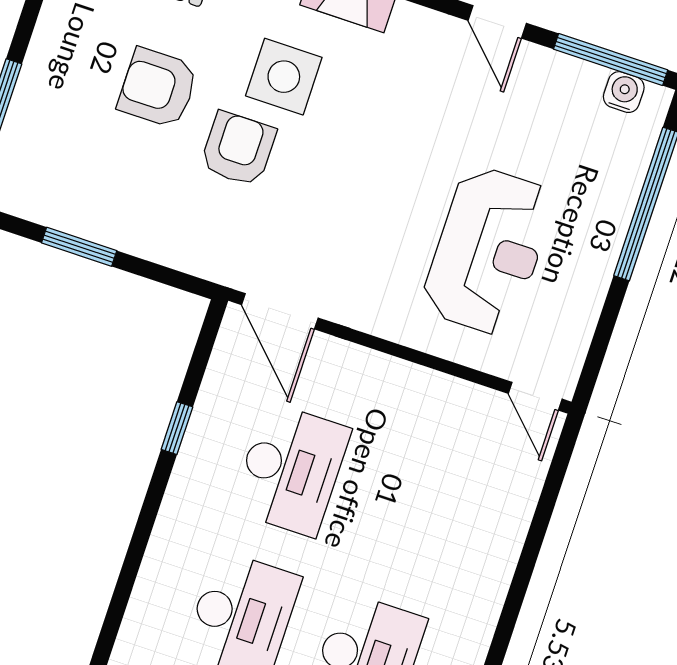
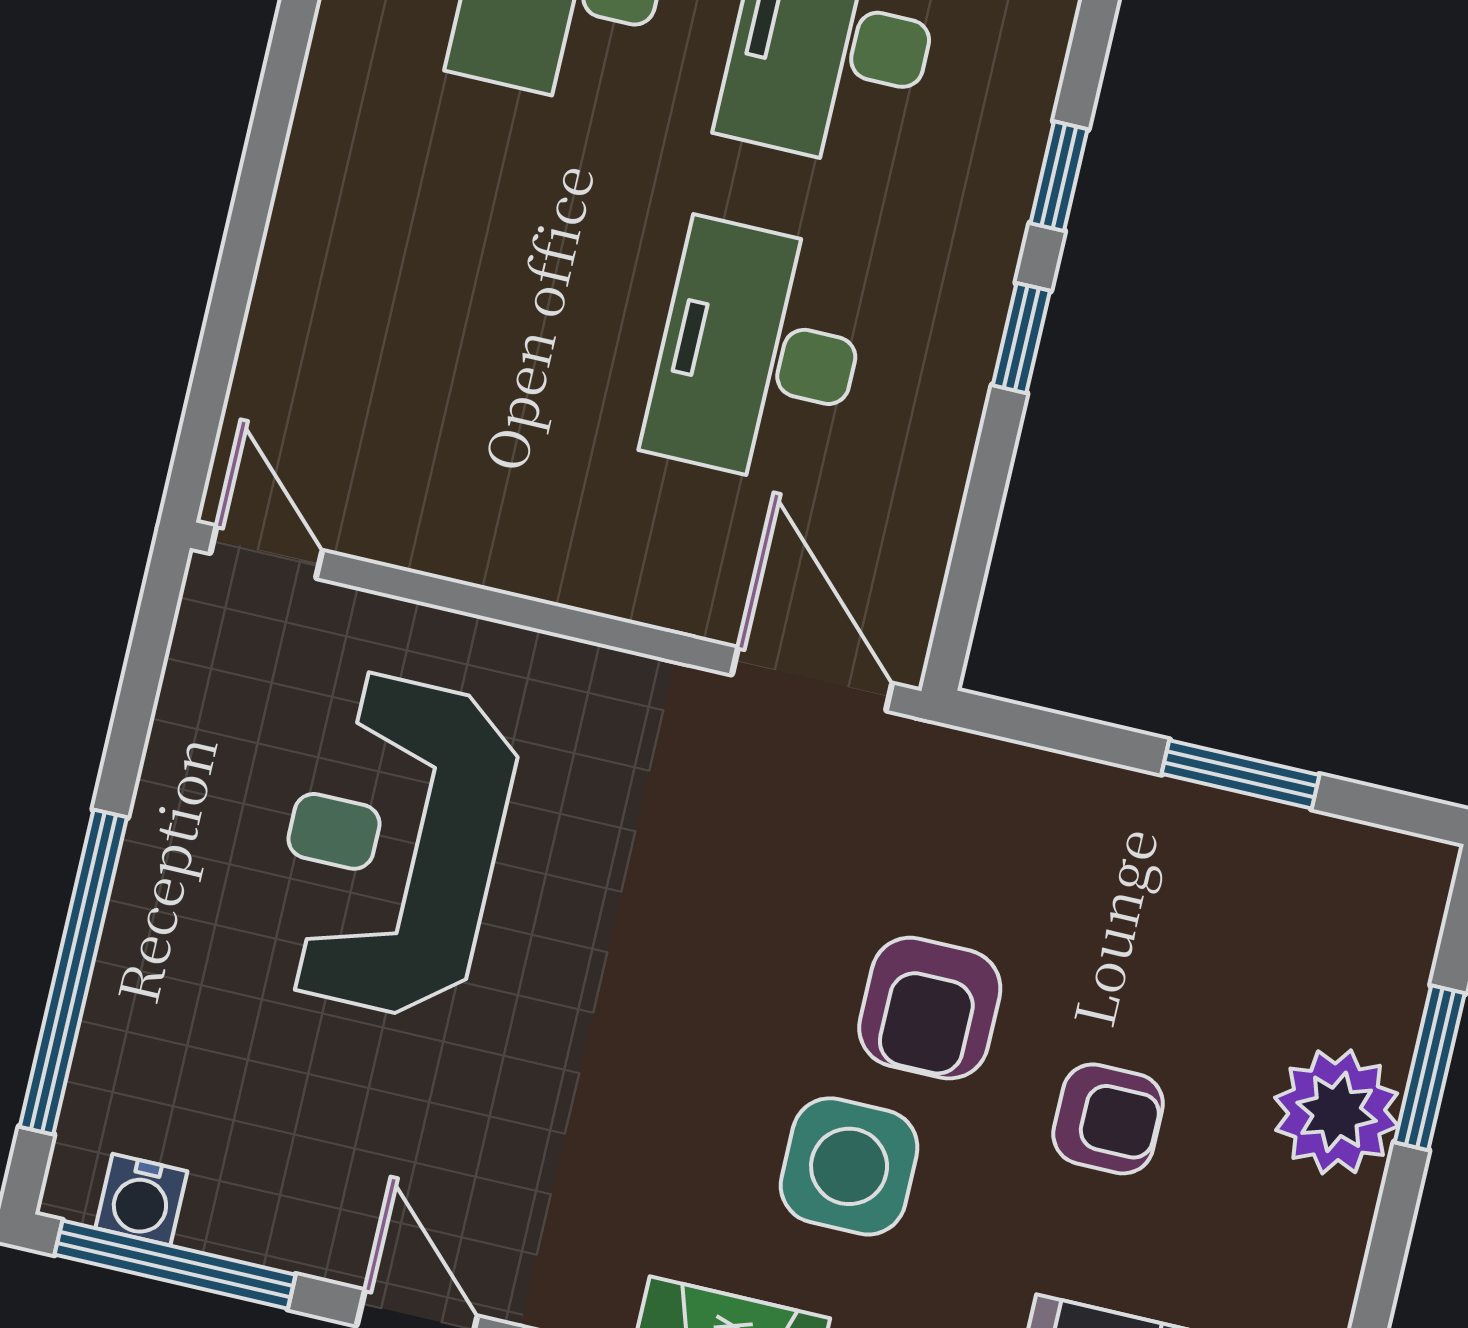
plant: (48, 81) -> (1337, 1112), added
armchair: (158, 88) -> (1108, 1119), width x0.72, depth x0.72
window: (177, 428) -> (1021, 338), moved
window: (139, 541) -> (1059, 176), added

